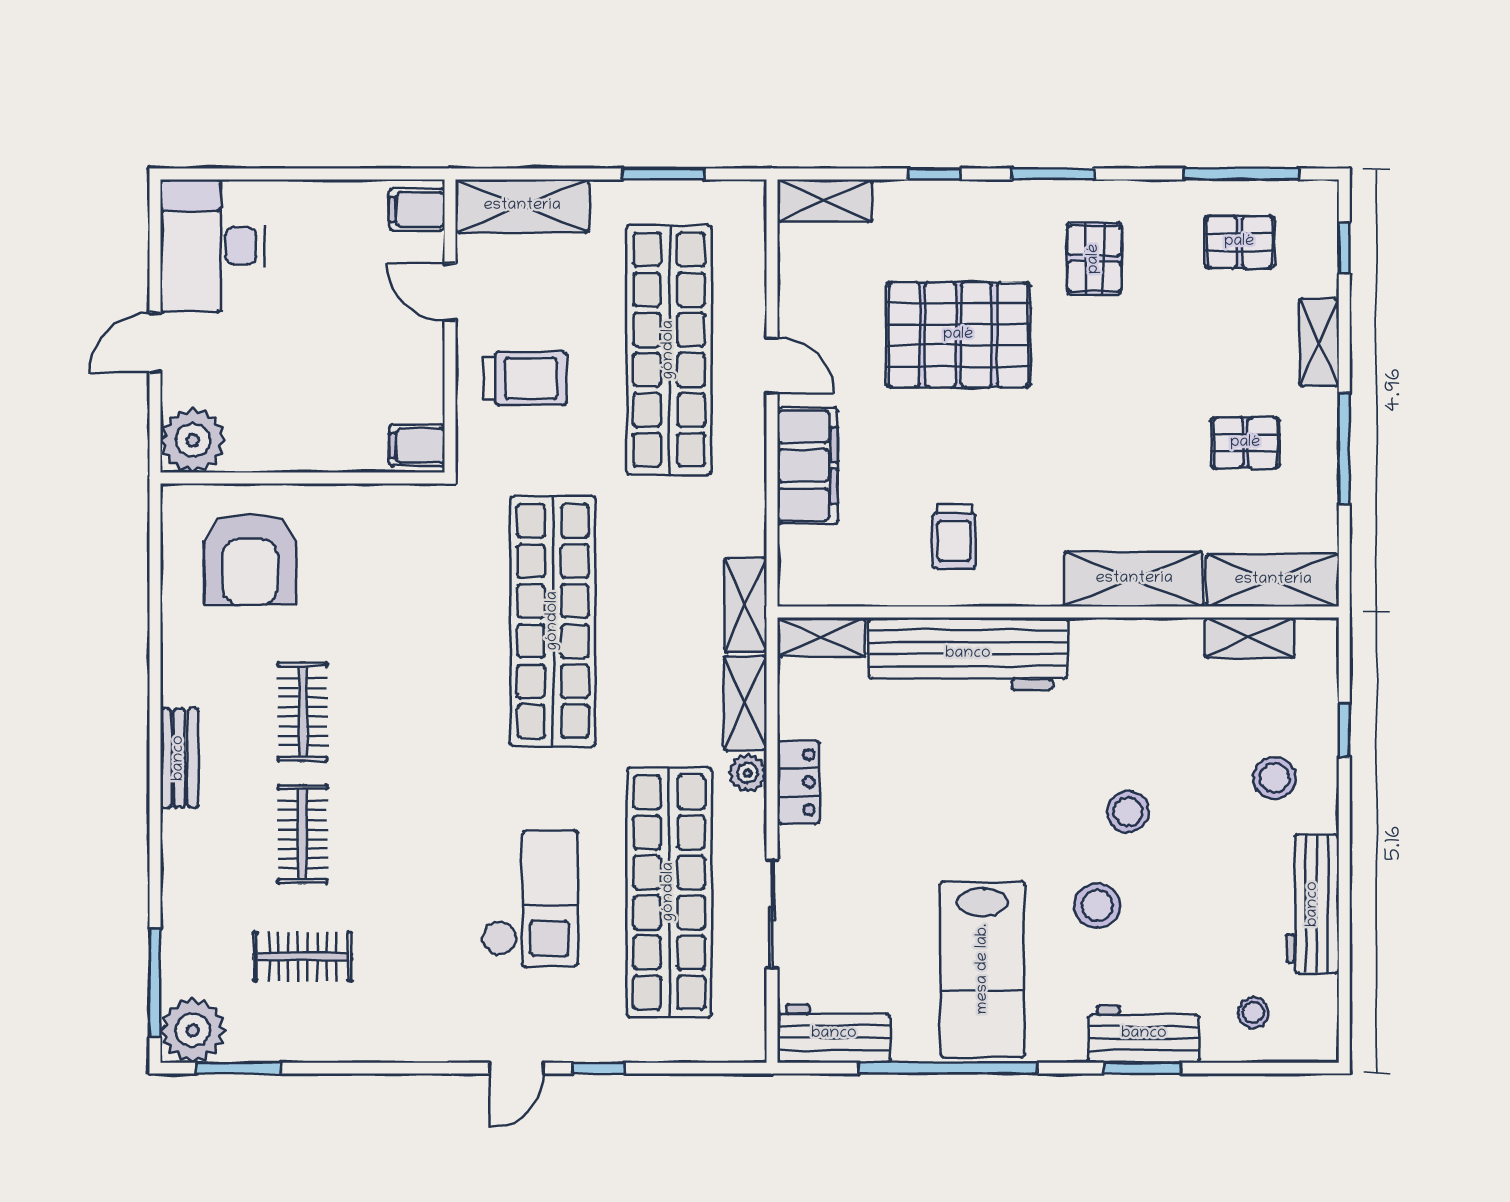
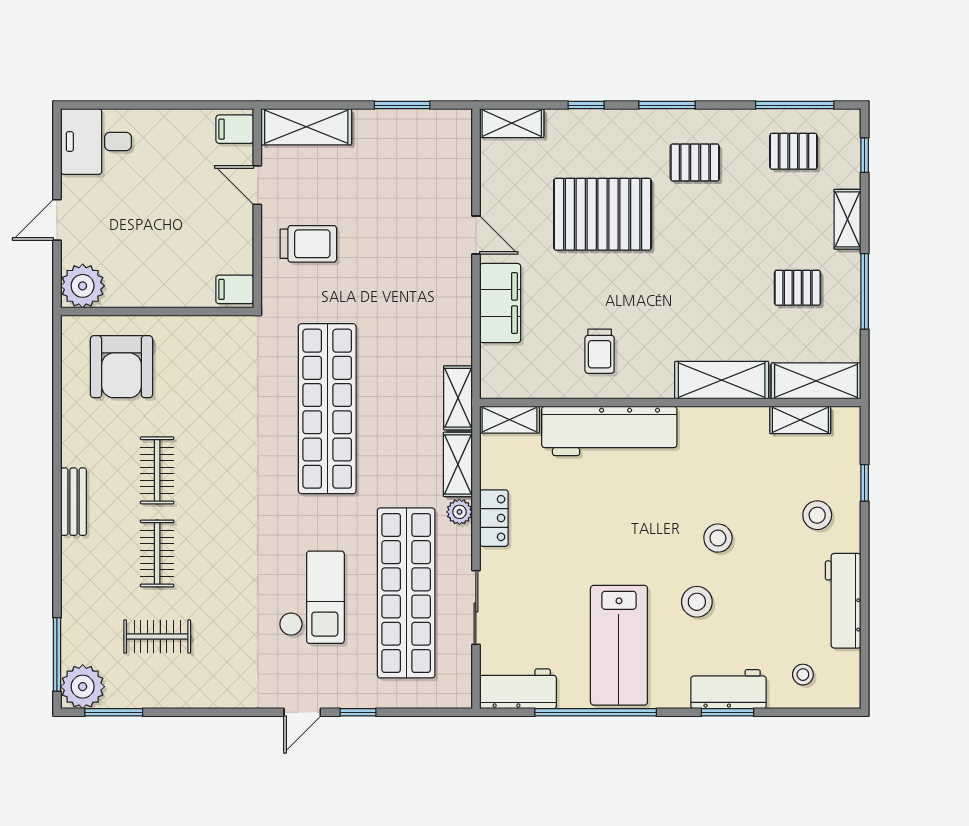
desk: (213, 246) -> (96, 142), width x0.73
pallet: (1094, 259) -> (695, 162), turned 90
shop shelf: (669, 350) -> (406, 224), removed

